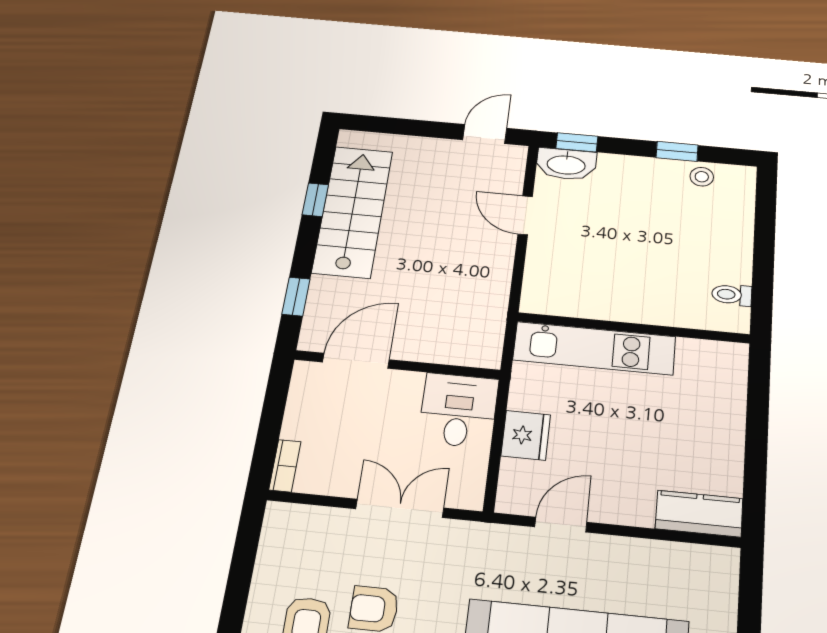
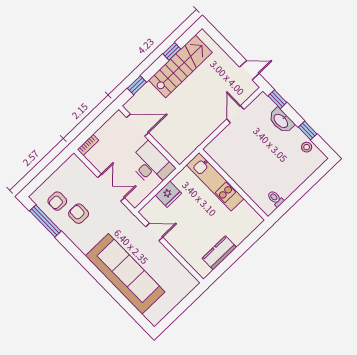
washbasin: (566, 164) -> (281, 121), moved
desk: (458, 410) -> (151, 165), width x1.37
kitchen counter: (699, 514) -> (219, 253), moved, turned -90

